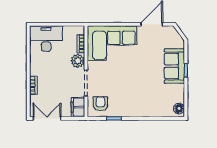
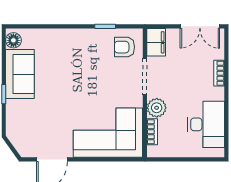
desk: (46, 39) -> (206, 124), moved, turned -90
sofa: (174, 66) -> (20, 74), moved
armchair: (100, 104) -> (124, 47), turned 90

